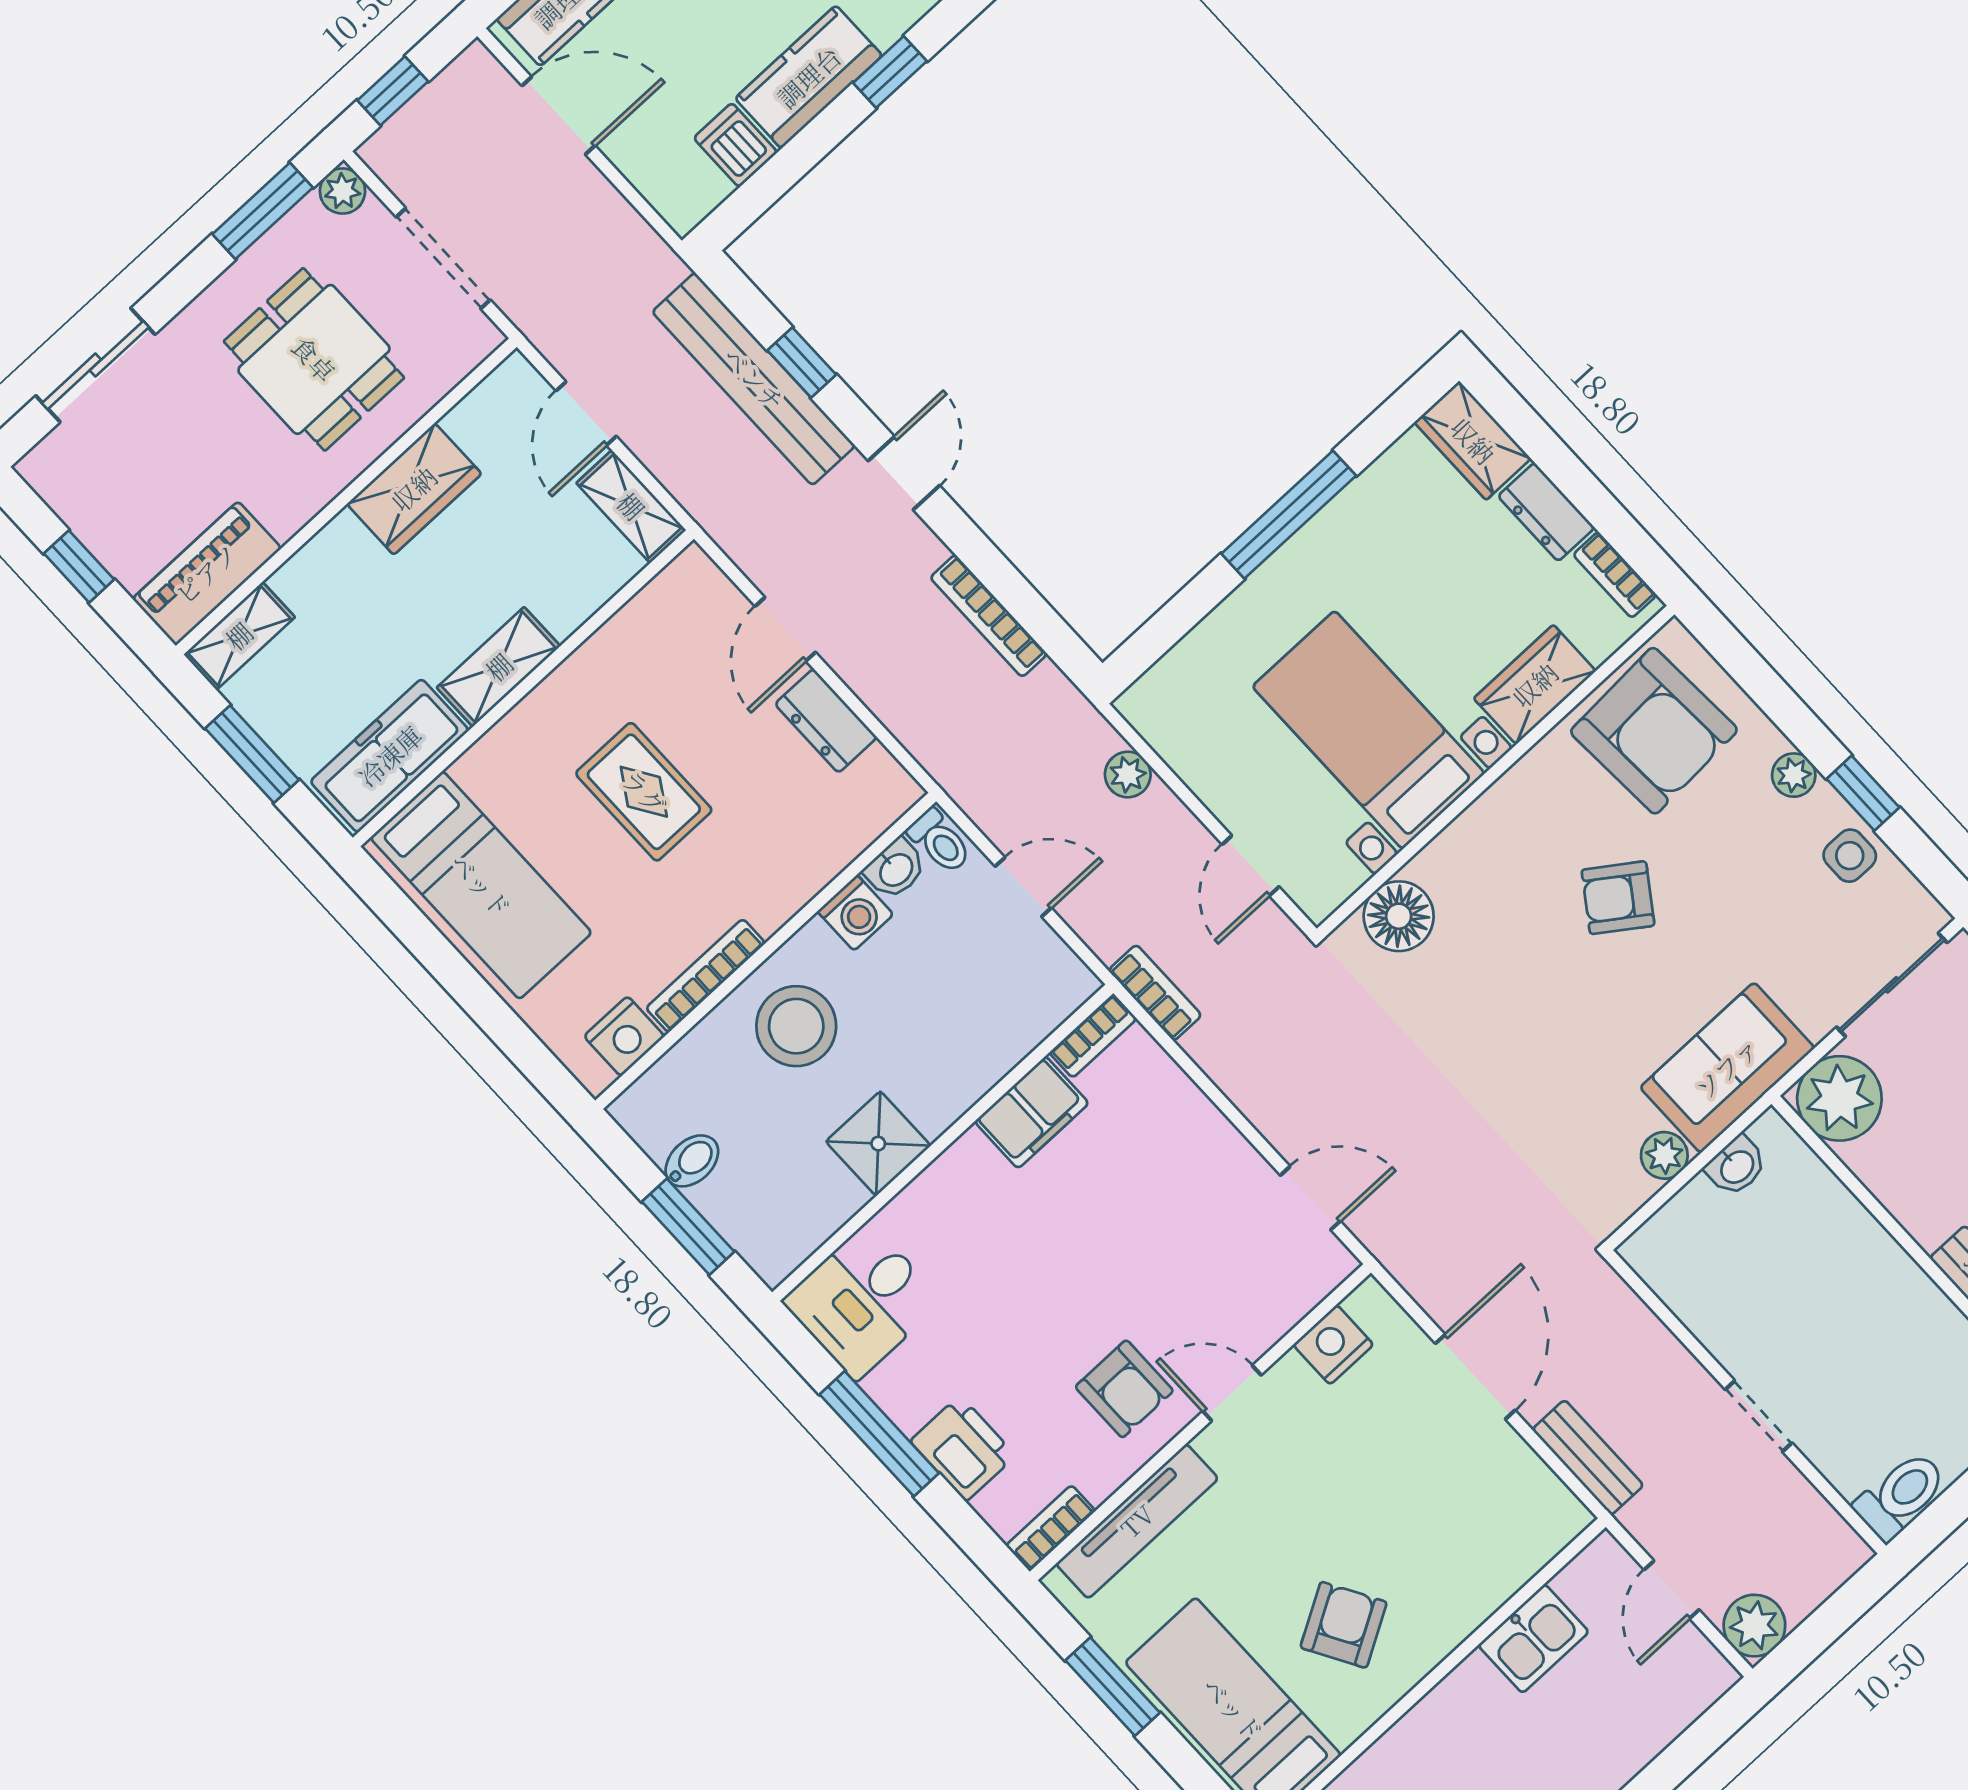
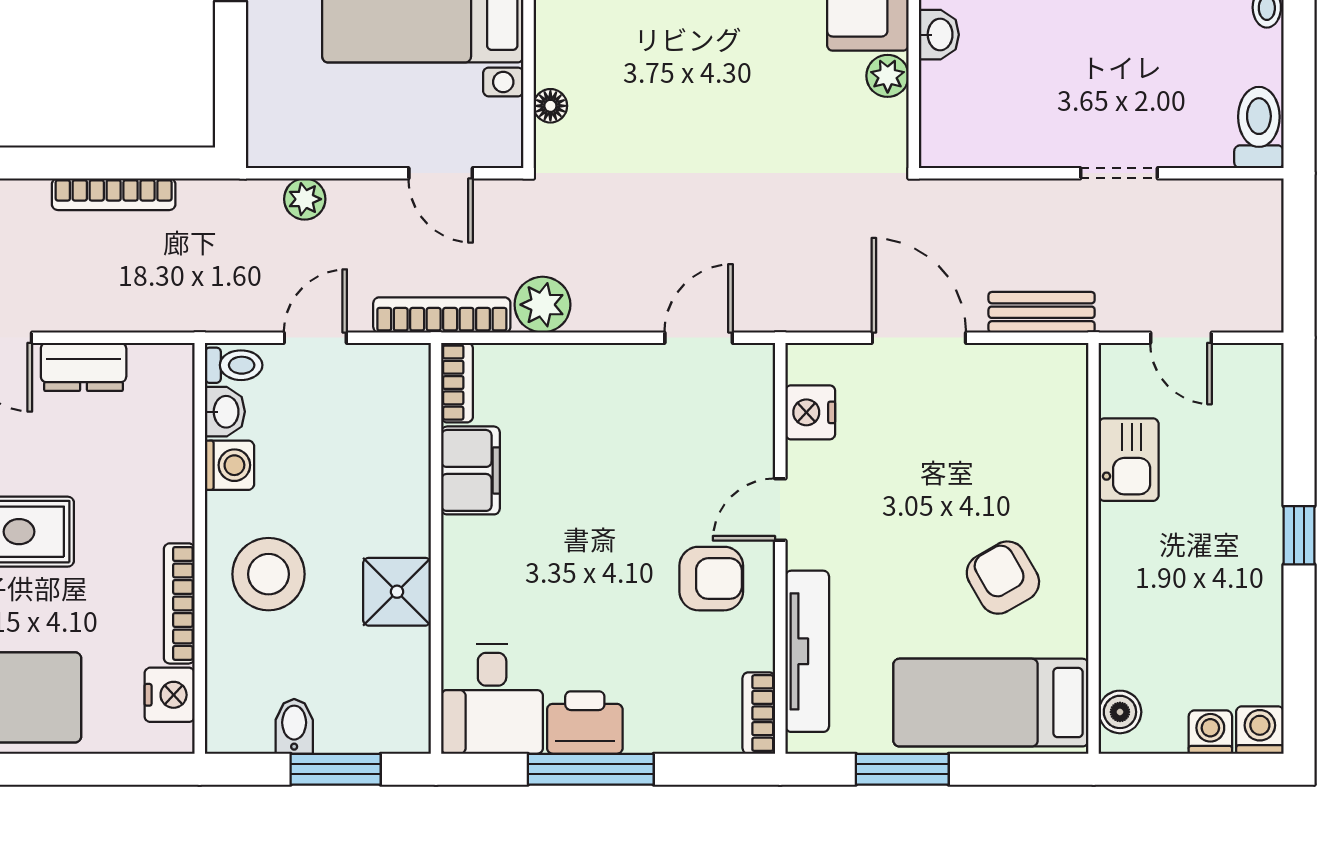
floor lamp: (1399, 916) -> (550, 106), width x0.53, depth x0.53
bookcase: (1155, 993) -> (442, 315), width x1.56
printer: (963, 1448) -> (585, 723), moved
plant: (1754, 1626) -> (542, 305), moved

